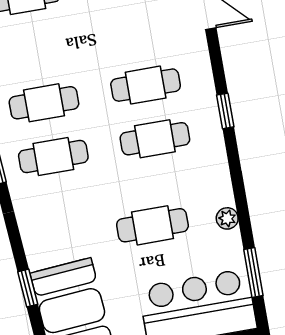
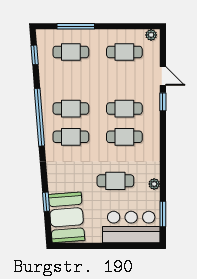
window: (225, 111) -> (163, 102), moved

